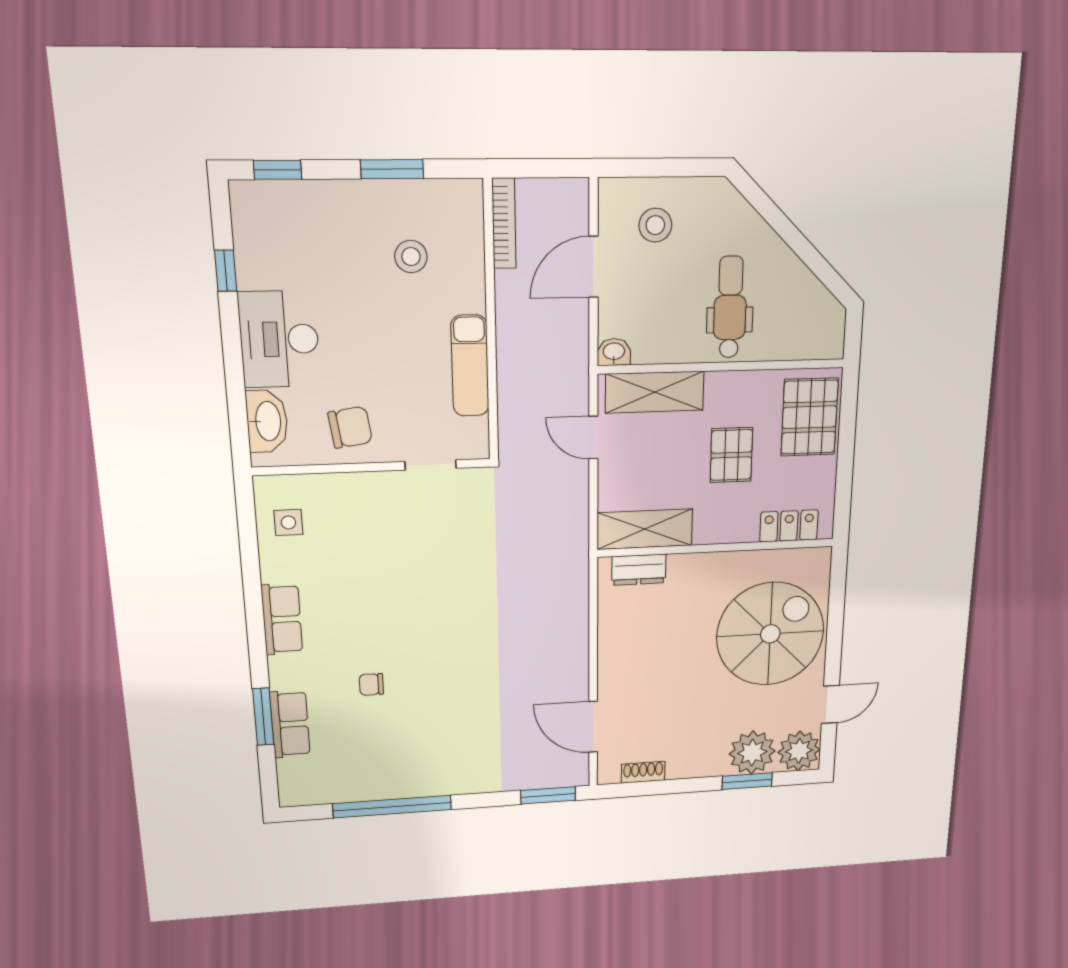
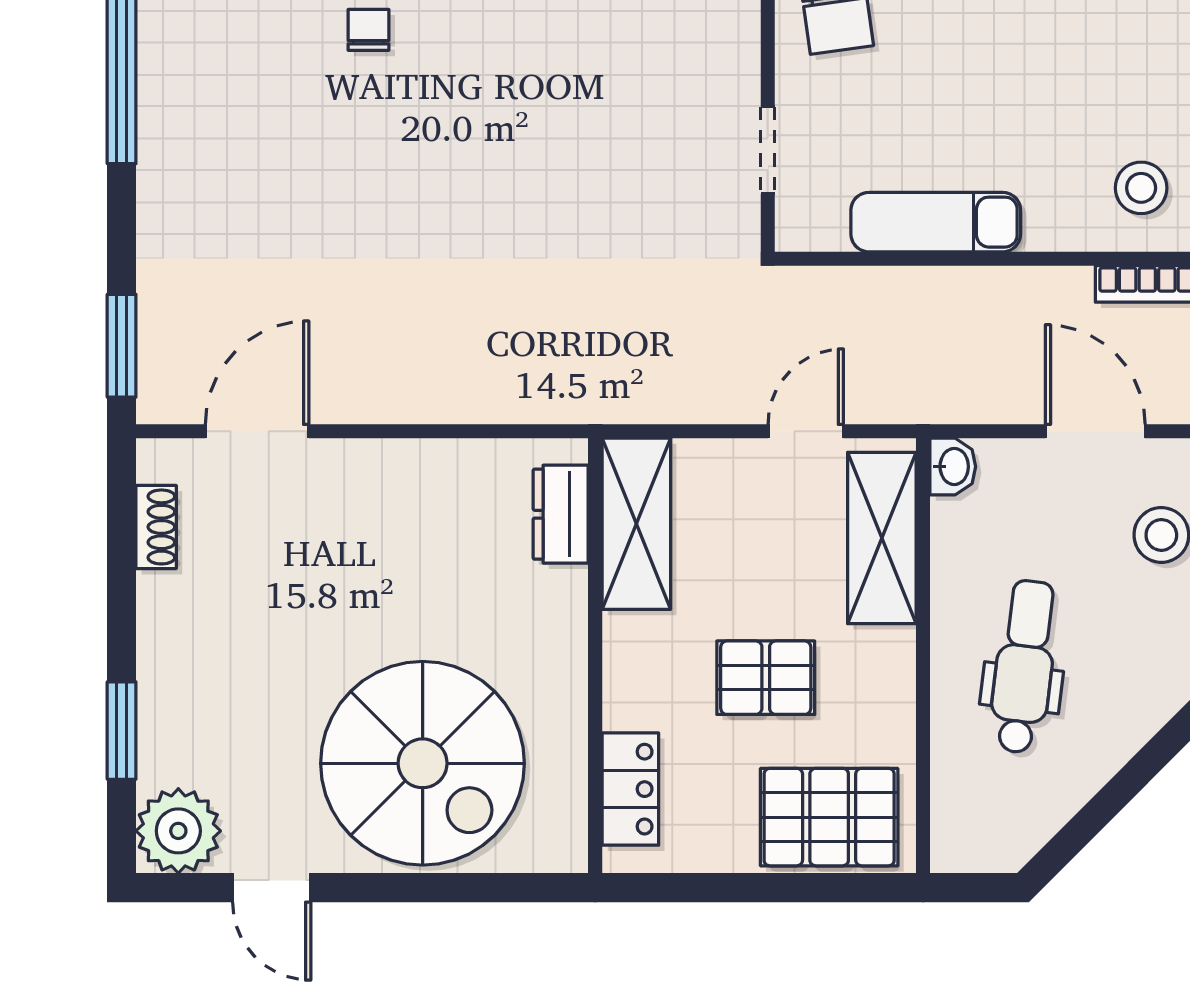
stool: (411, 257) -> (1141, 188), moved
dental chair: (730, 307) -> (1024, 667), turned -83
plant: (752, 753) -> (182, 738), removed

